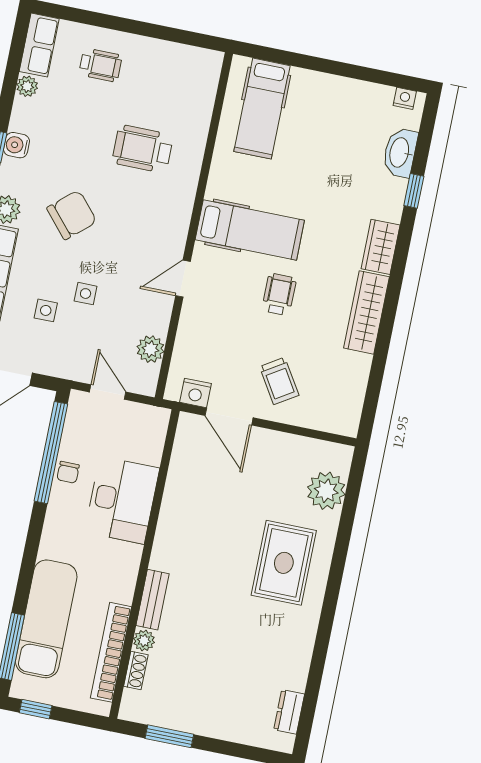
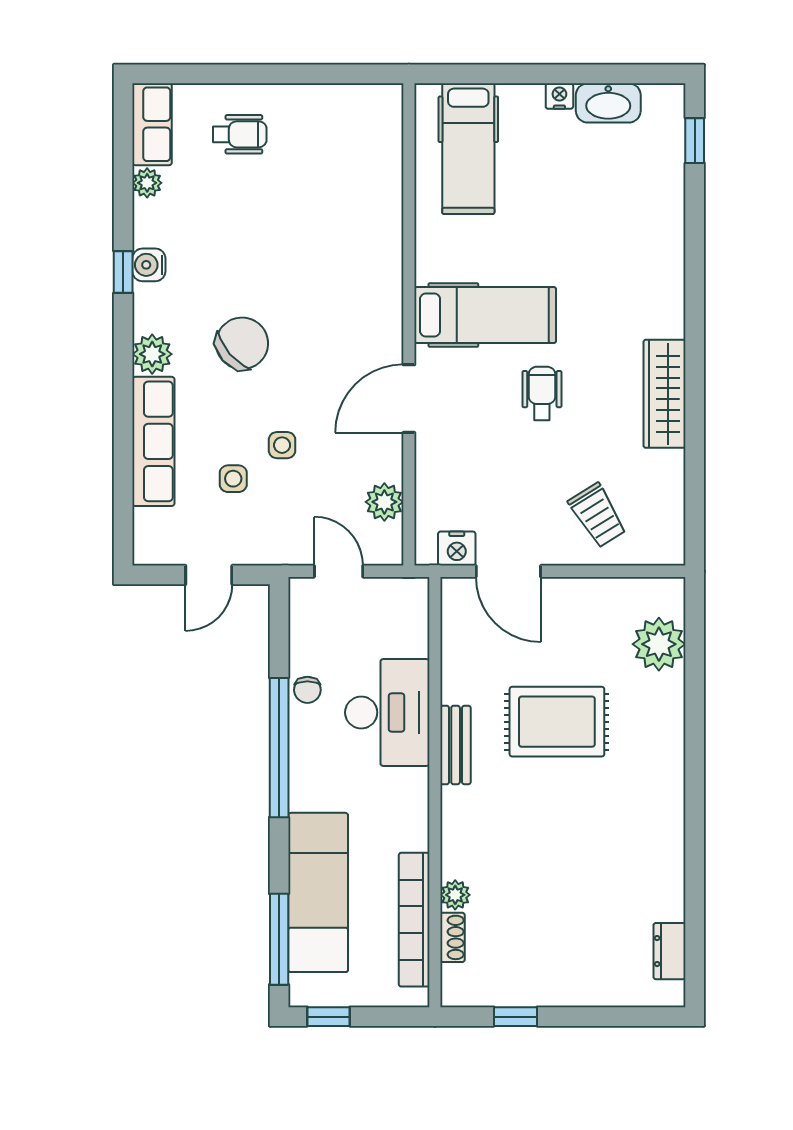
nightstand: (405, 98) -> (559, 96), moved
wheelchair: (143, 149) -> (319, 235), removed
washbasin: (400, 153) -> (608, 103), moved, turned -90
window: (414, 191) -> (695, 141), moved
wardrobe: (381, 247) -> (665, 302), removed
door: (183, 279) -> (409, 399), width x1.38
trolley: (279, 381) -> (598, 515), moved
window: (51, 453) -> (279, 748), moved
rug: (284, 563) -> (557, 722), moved, turned 90
bench: (153, 600) -> (456, 745), moved
window: (169, 736) -> (515, 1017), width x0.67

